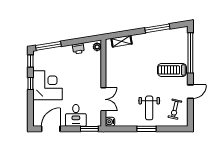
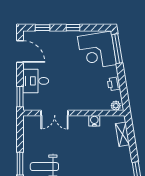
window: (30, 61) -> (42, 28), moved
corner desk: (47, 85) -> (97, 51), moved, turned 81
water cooler: (110, 122) -> (94, 121), moved

